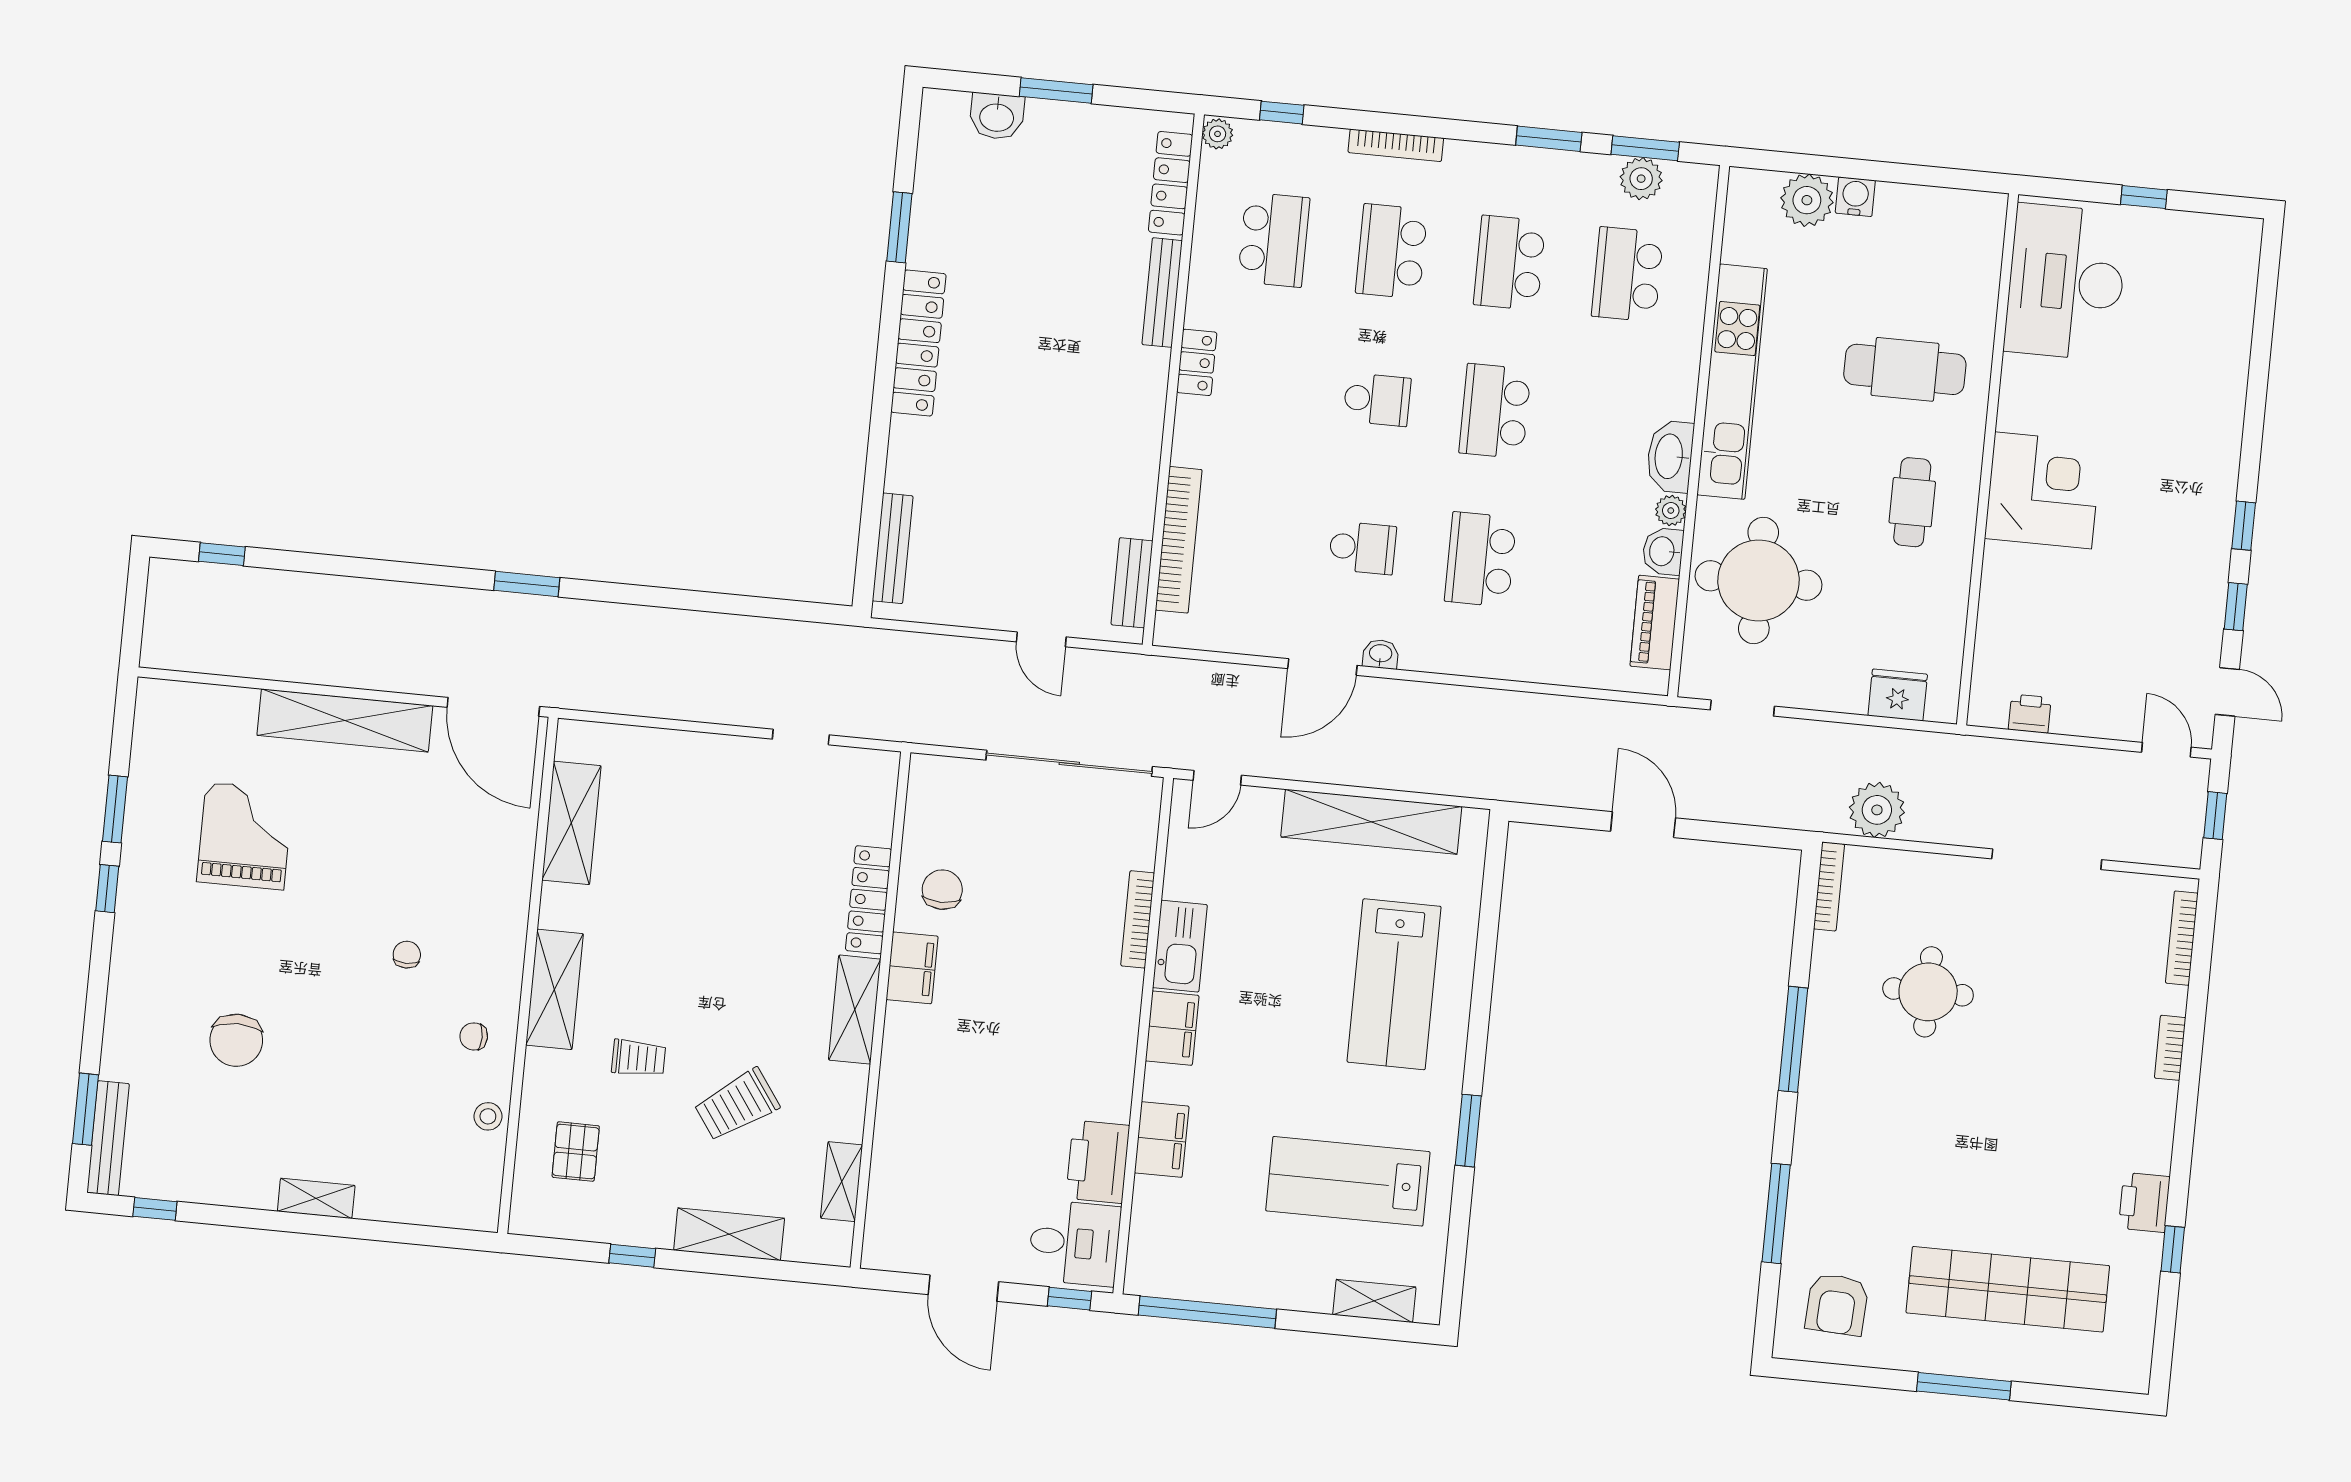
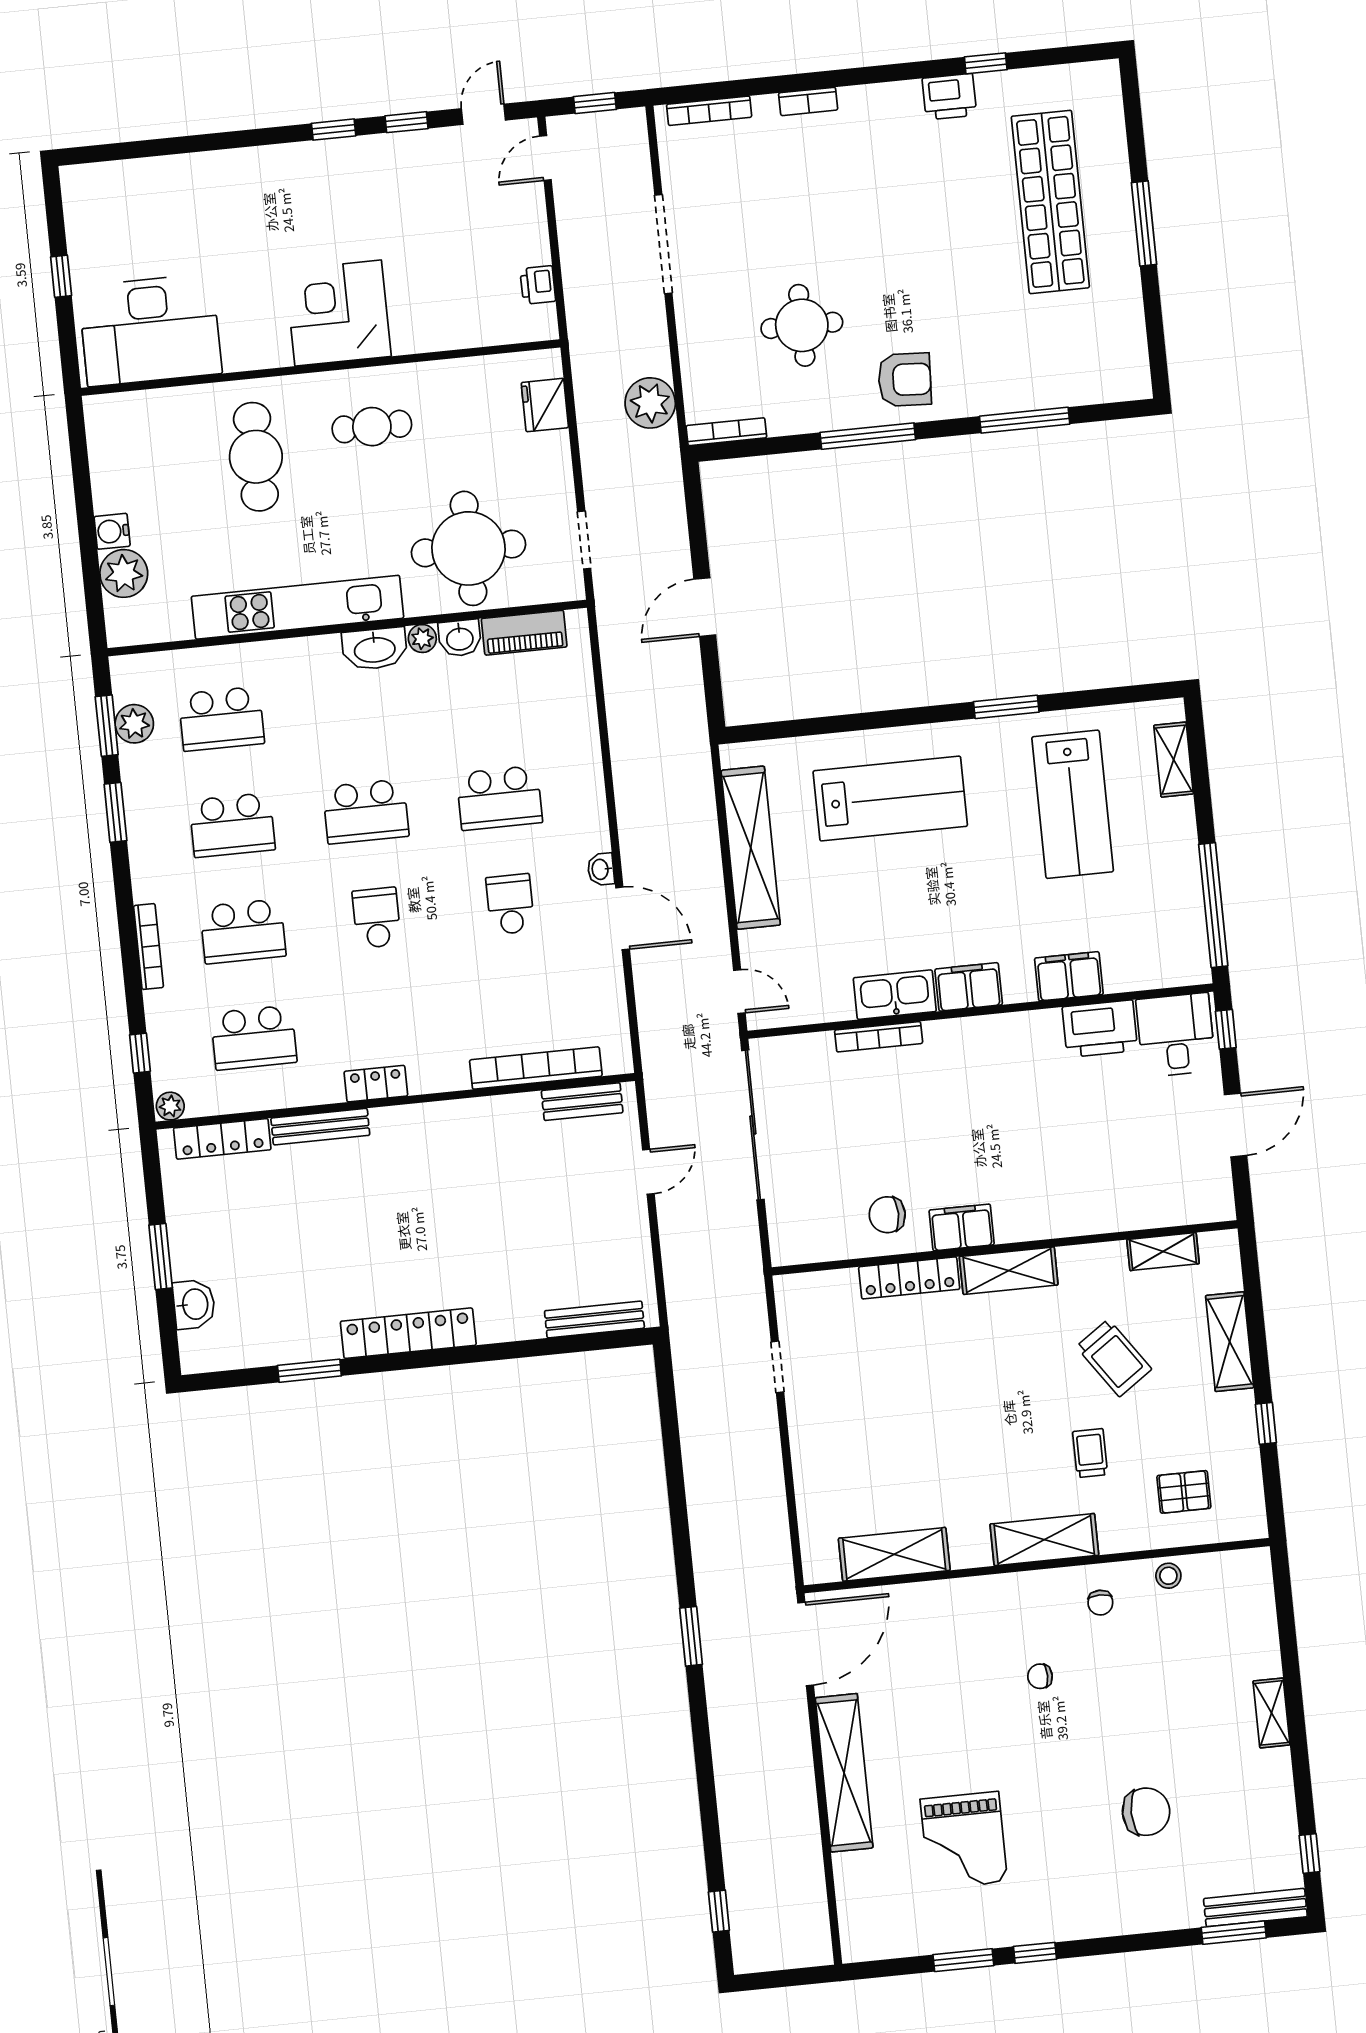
school desk: (1274, 240) -> (254, 1038), turned 180
grand piano: (245, 836) -> (964, 1840), turned -90
armchair: (1837, 1304) -> (905, 380), moved

